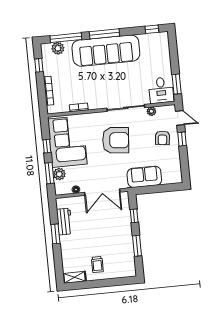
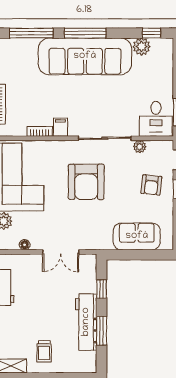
plant: (58, 48) -> (141, 47), moved
filing cabinet: (93, 103) -> (60, 127), added
armchair: (116, 140) -> (86, 182), turned 85
sofa: (144, 177) -> (137, 236), moved
double door: (102, 192) -> (61, 252), width x0.73
workbench: (125, 241) -> (86, 322), added

